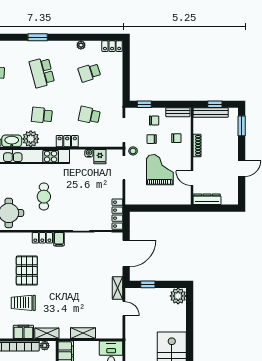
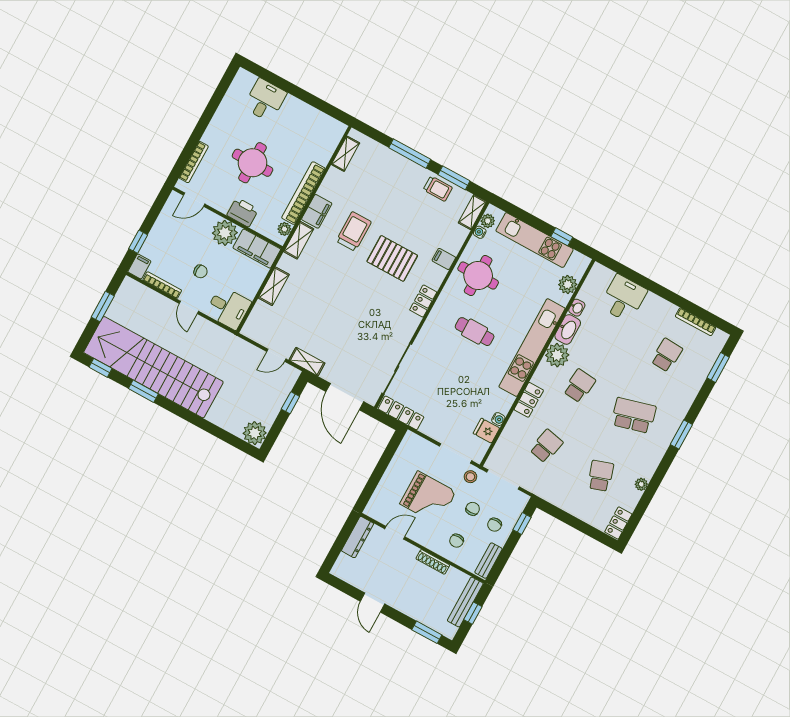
filing cabinet: (59, 239) -> (444, 259), moved

